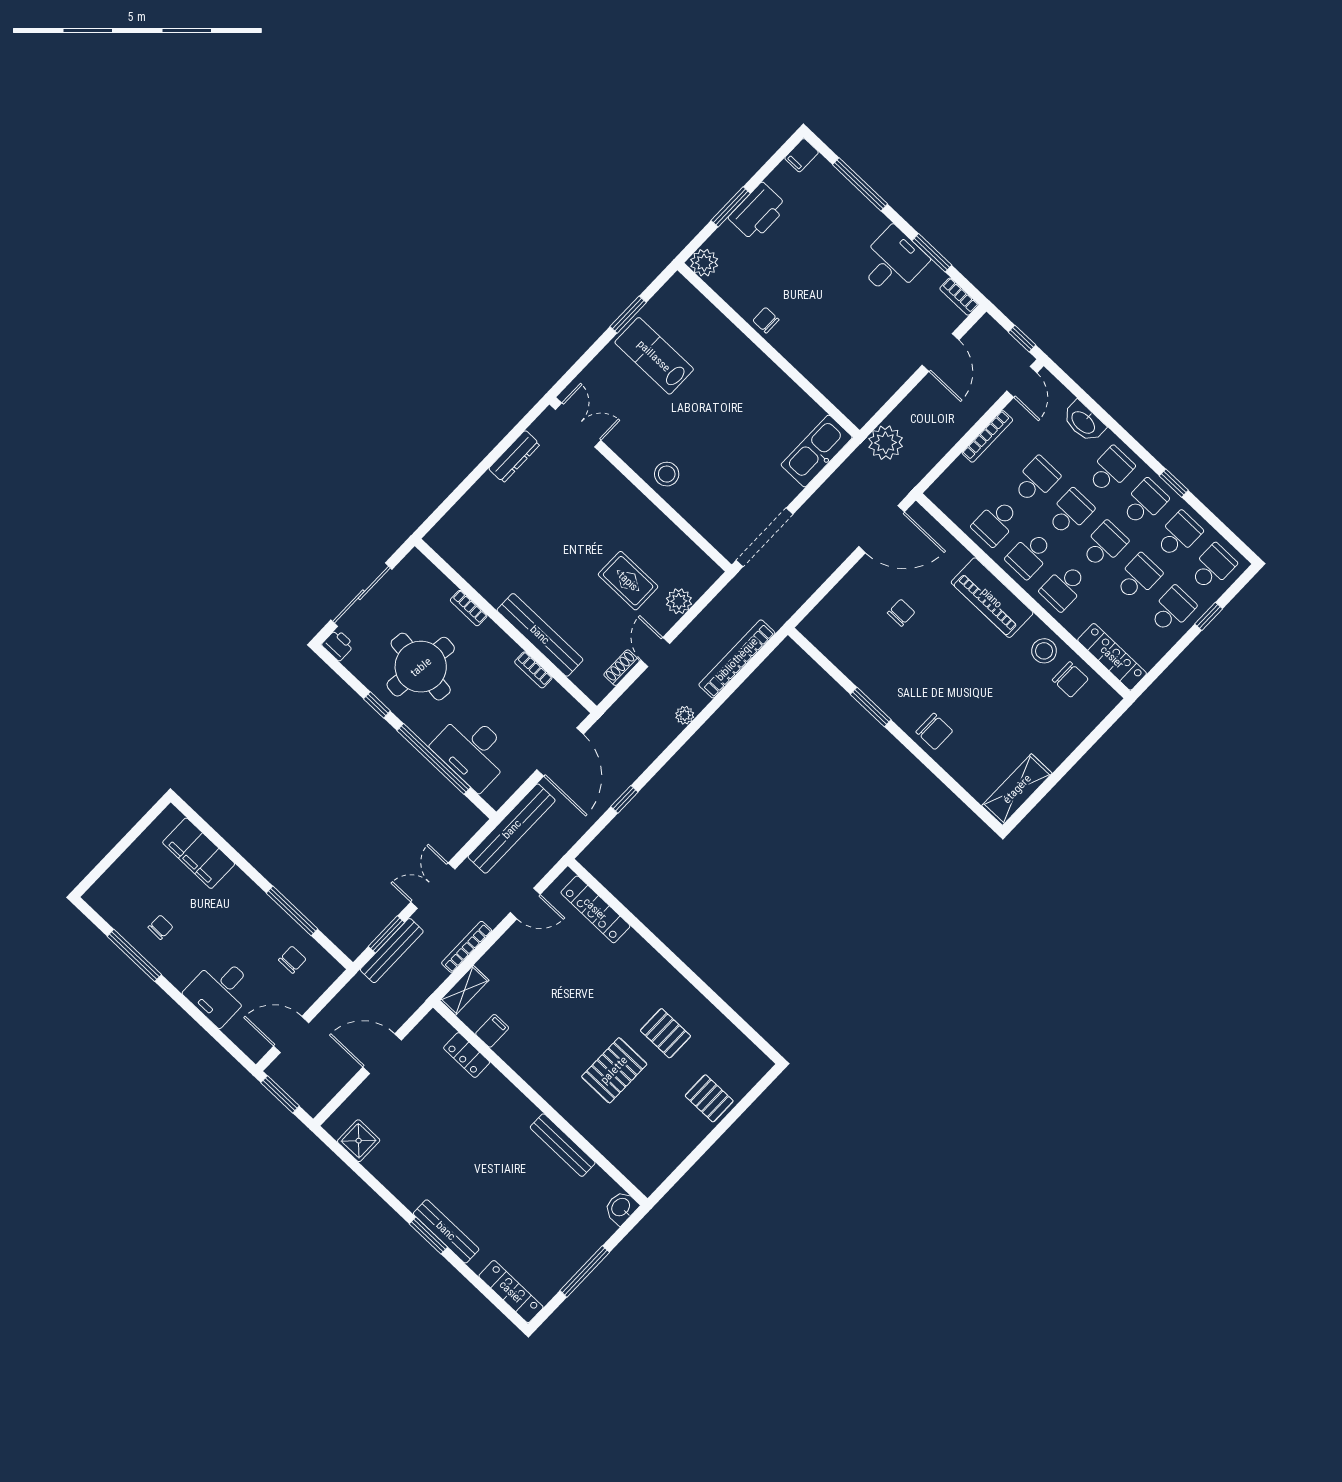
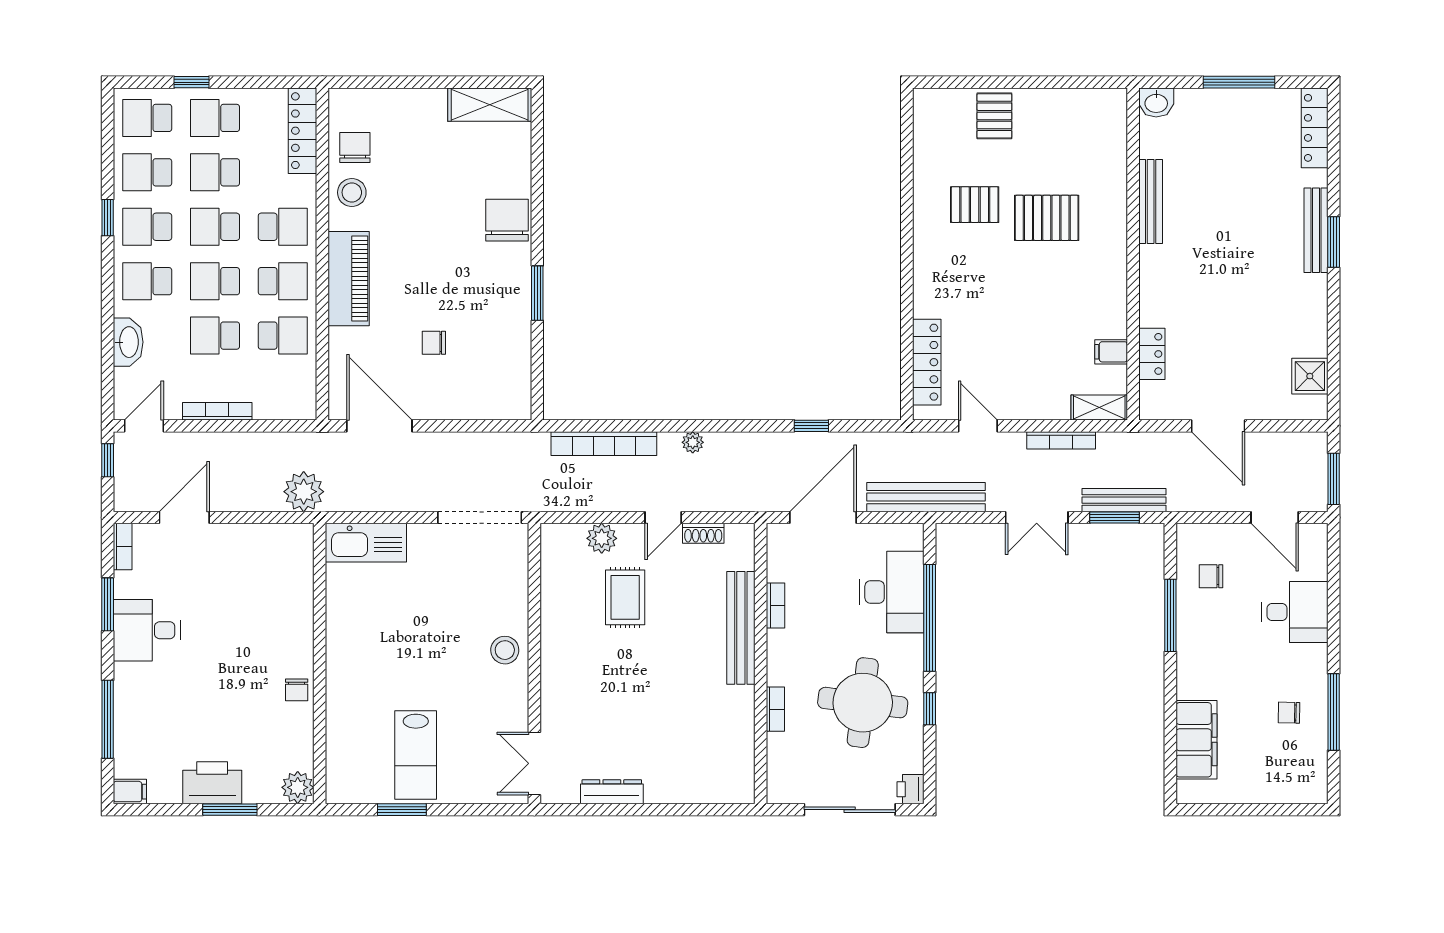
chair: (934, 731) -> (507, 220), width x1.37, depth x1.37
pallet: (665, 1033) -> (975, 205), turned 90

